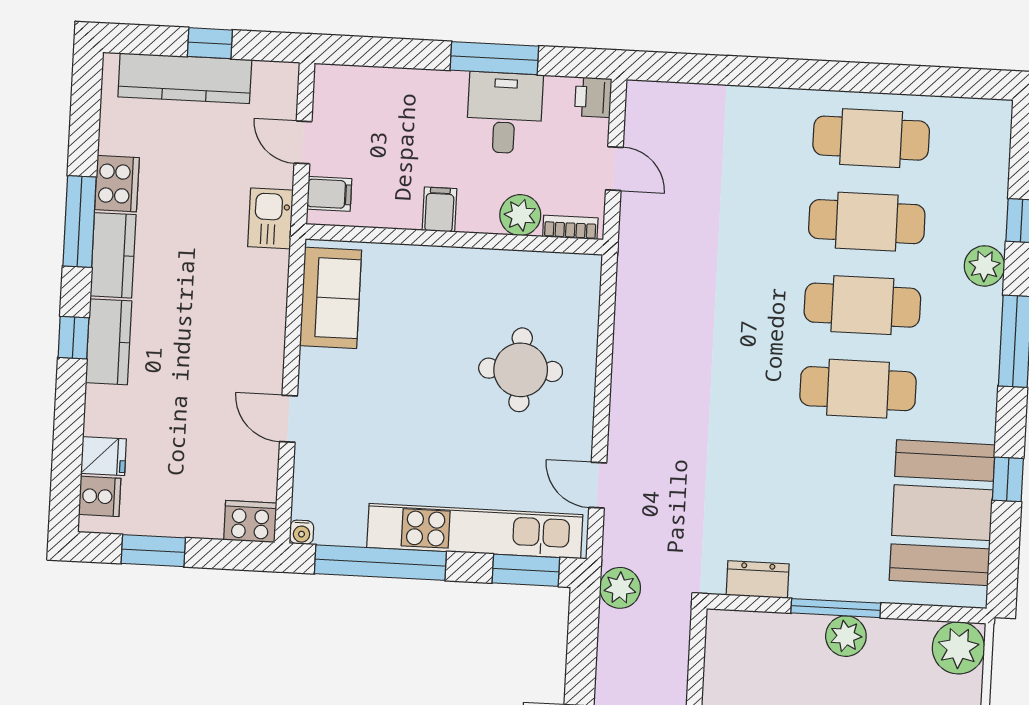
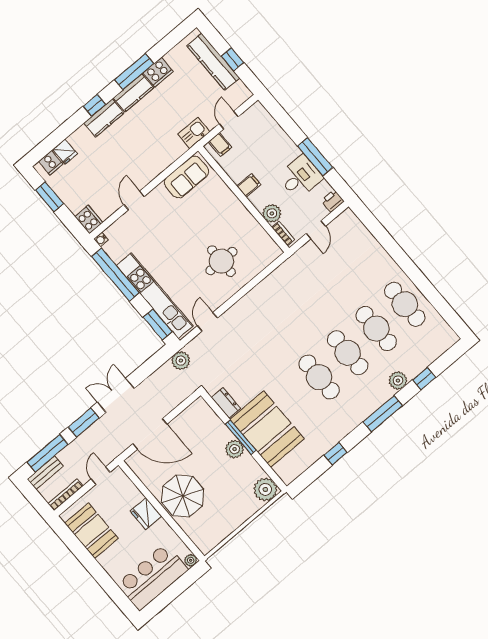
booth: (942, 513) -> (267, 429), moved, turned 90

